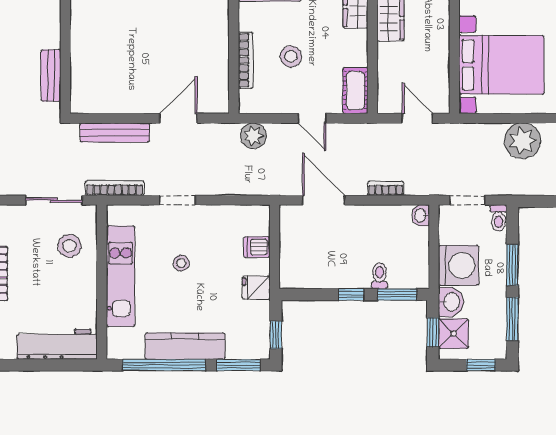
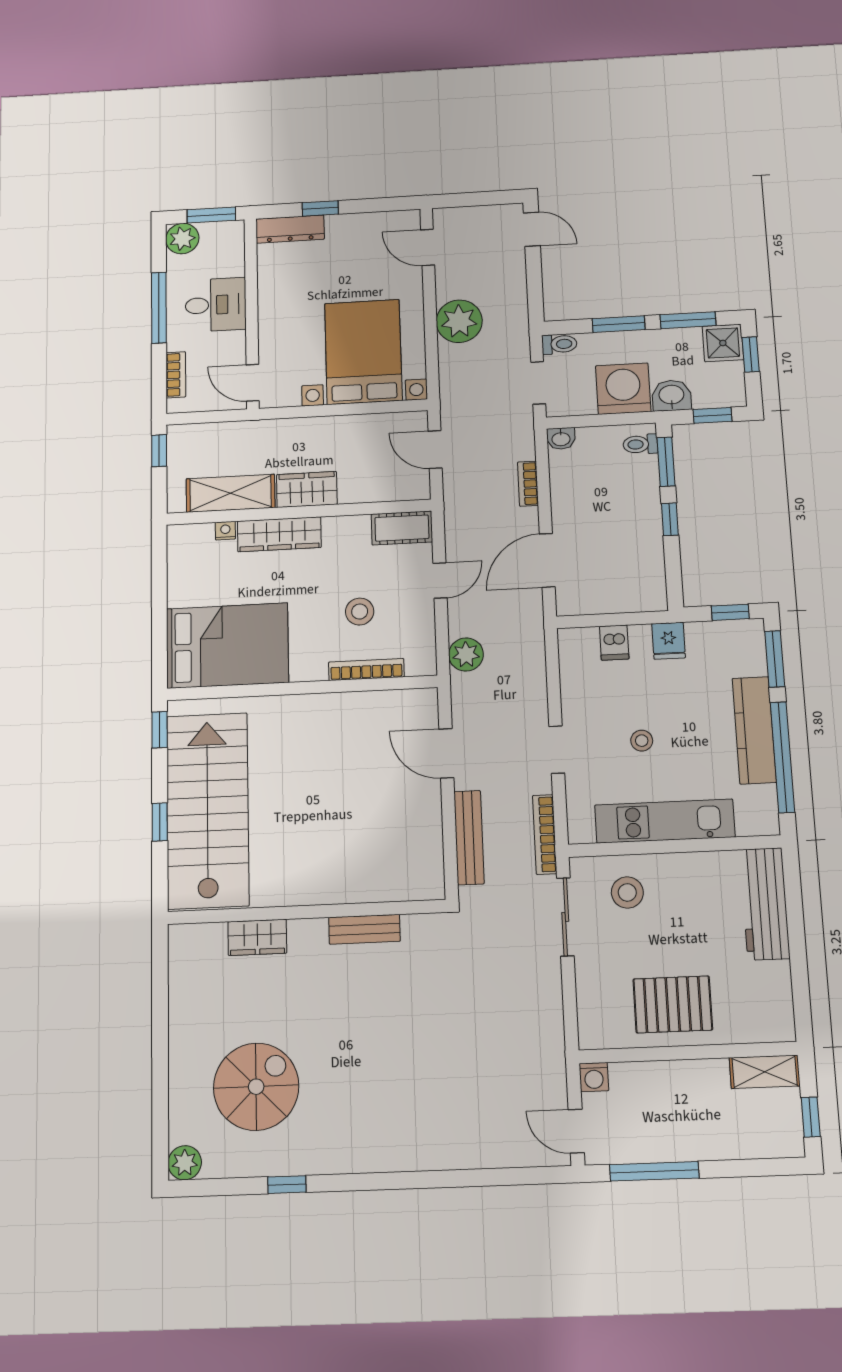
bench: (51, 75) -> (364, 929), moved
door: (417, 118) -> (435, 450), hinge flipped
toilet: (380, 276) -> (640, 444), moved
shower: (453, 334) -> (723, 343), moved

